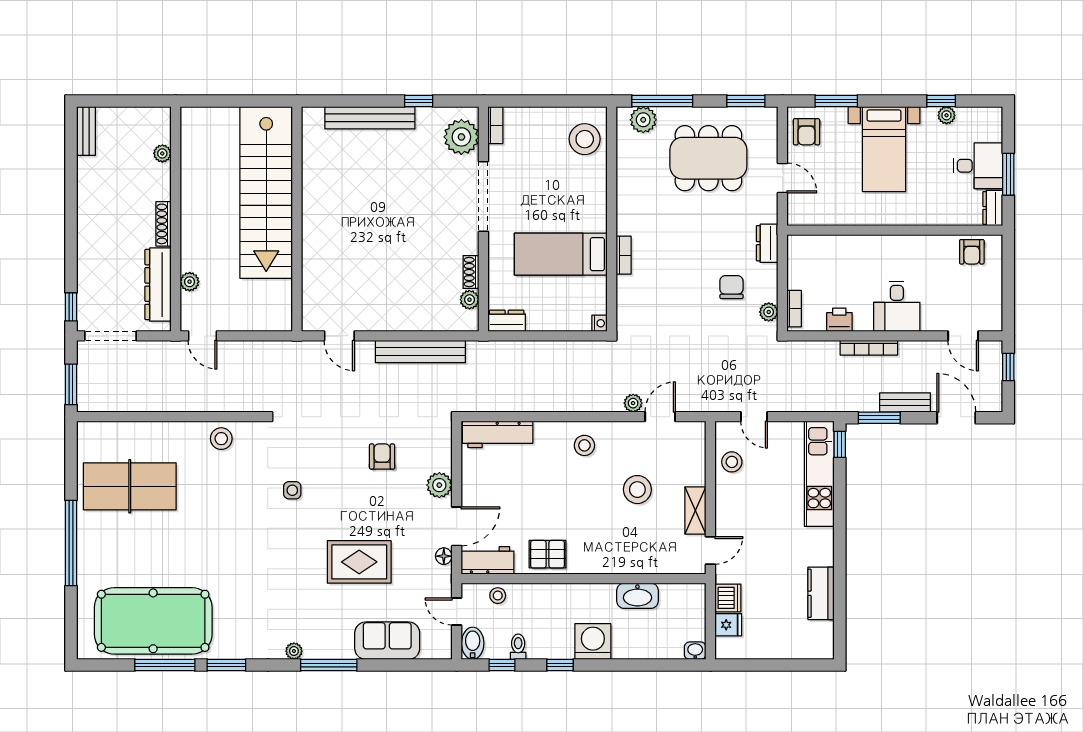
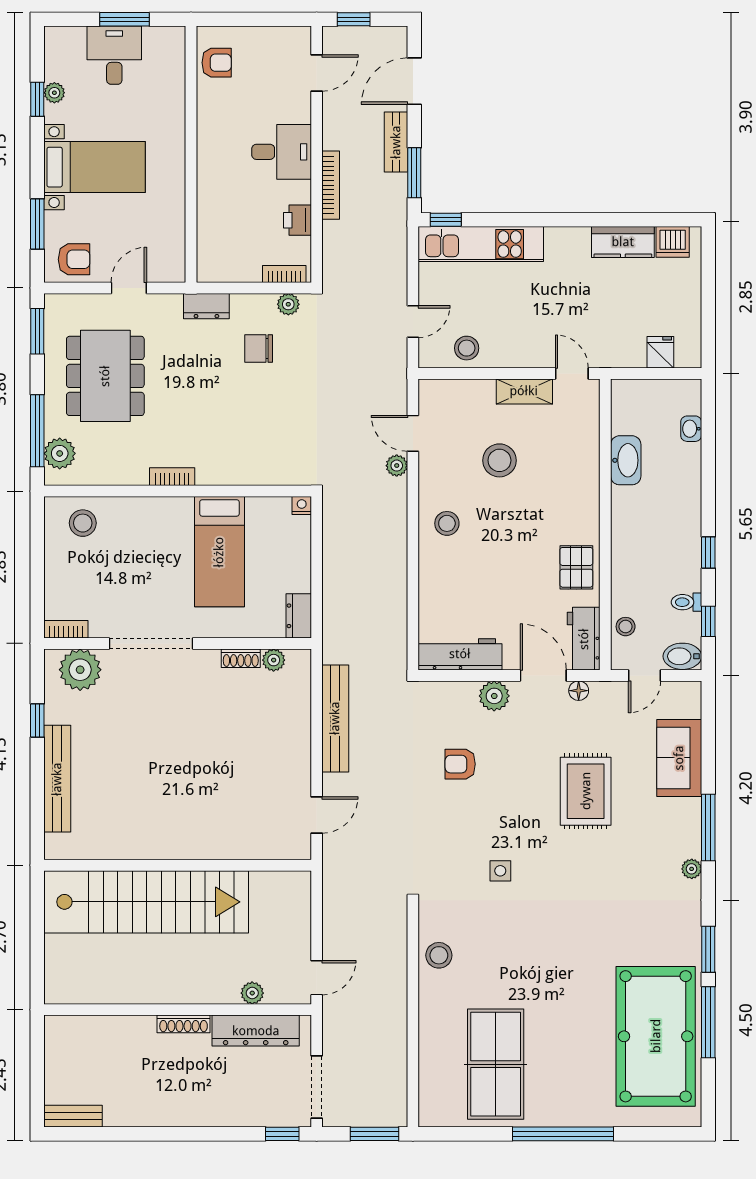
stool: (585, 139) -> (83, 523), width x0.73, depth x0.73
plant: (162, 153) -> (100, 1025), removed
dresser: (993, 208) -> (165, 38), removed
bookcase: (624, 255) -> (172, 477), moved
workbench: (498, 434) -> (460, 654), moved, turned -90
dishwasher: (728, 598) -> (673, 242), moved, turned 180
washing machine: (593, 642) -> (680, 513), removed
washbasin: (695, 651) -> (691, 429), moved

